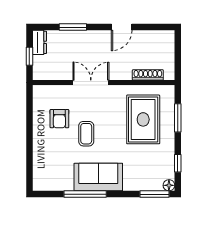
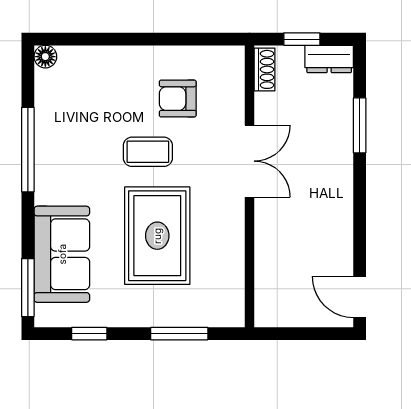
door: (122, 27) -> (360, 297), moved
shoe rack: (148, 75) -> (265, 69), moved, width x0.70
rug: (143, 119) -> (157, 236), moved, turned 90
sofa: (98, 177) -> (62, 254), moved
floor lamp: (169, 185) -> (45, 57), moved

